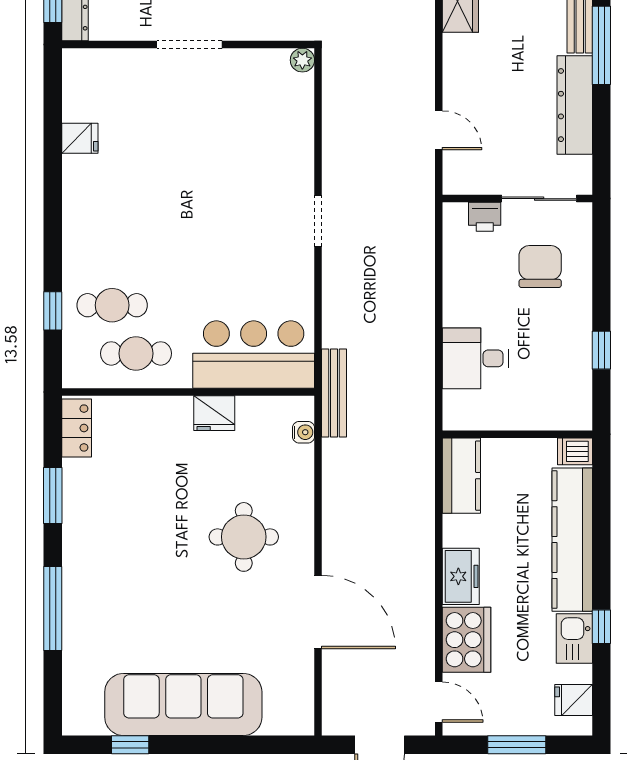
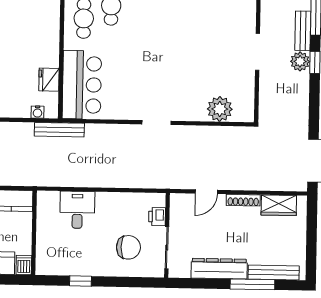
plant: (302, 60) -> (220, 109), moved, width x1.88, depth x1.88
shoe rack: (453, 65) -> (243, 200), added
fridge: (214, 413) -> (49, 80), moved

